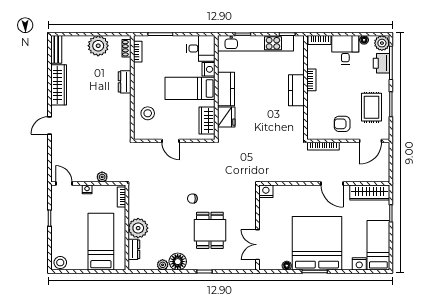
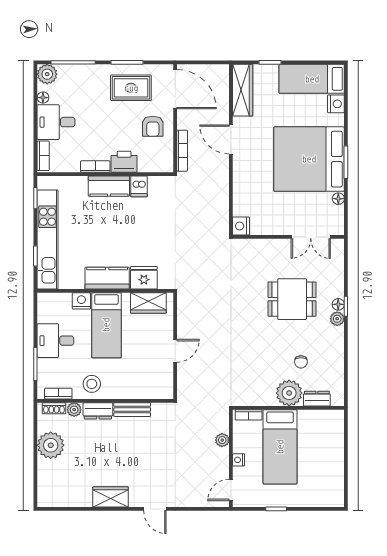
desk: (201, 48) -> (55, 341), moved, turned -90
bench: (56, 49) -> (132, 410), moved
printer: (381, 63) -> (124, 162), moved, turned 180
plant: (125, 64) -> (74, 410), added
wardrobe: (59, 85) -> (111, 497), width x0.67
stool: (148, 113) -> (92, 384), moved
dishwasher: (296, 113) -> (139, 186), added
door: (370, 141) -> (175, 89), width x1.36
door: (332, 184) -> (231, 139), swing flipped
chair: (192, 199) -> (301, 362), moved
bed: (101, 242) -> (280, 447), moved, turned -90
floor lamp: (178, 262) -> (338, 304), moved, width x0.53, depth x0.53
stool: (60, 263) -> (334, 495), removed
plant: (163, 265) -> (337, 319), moved

